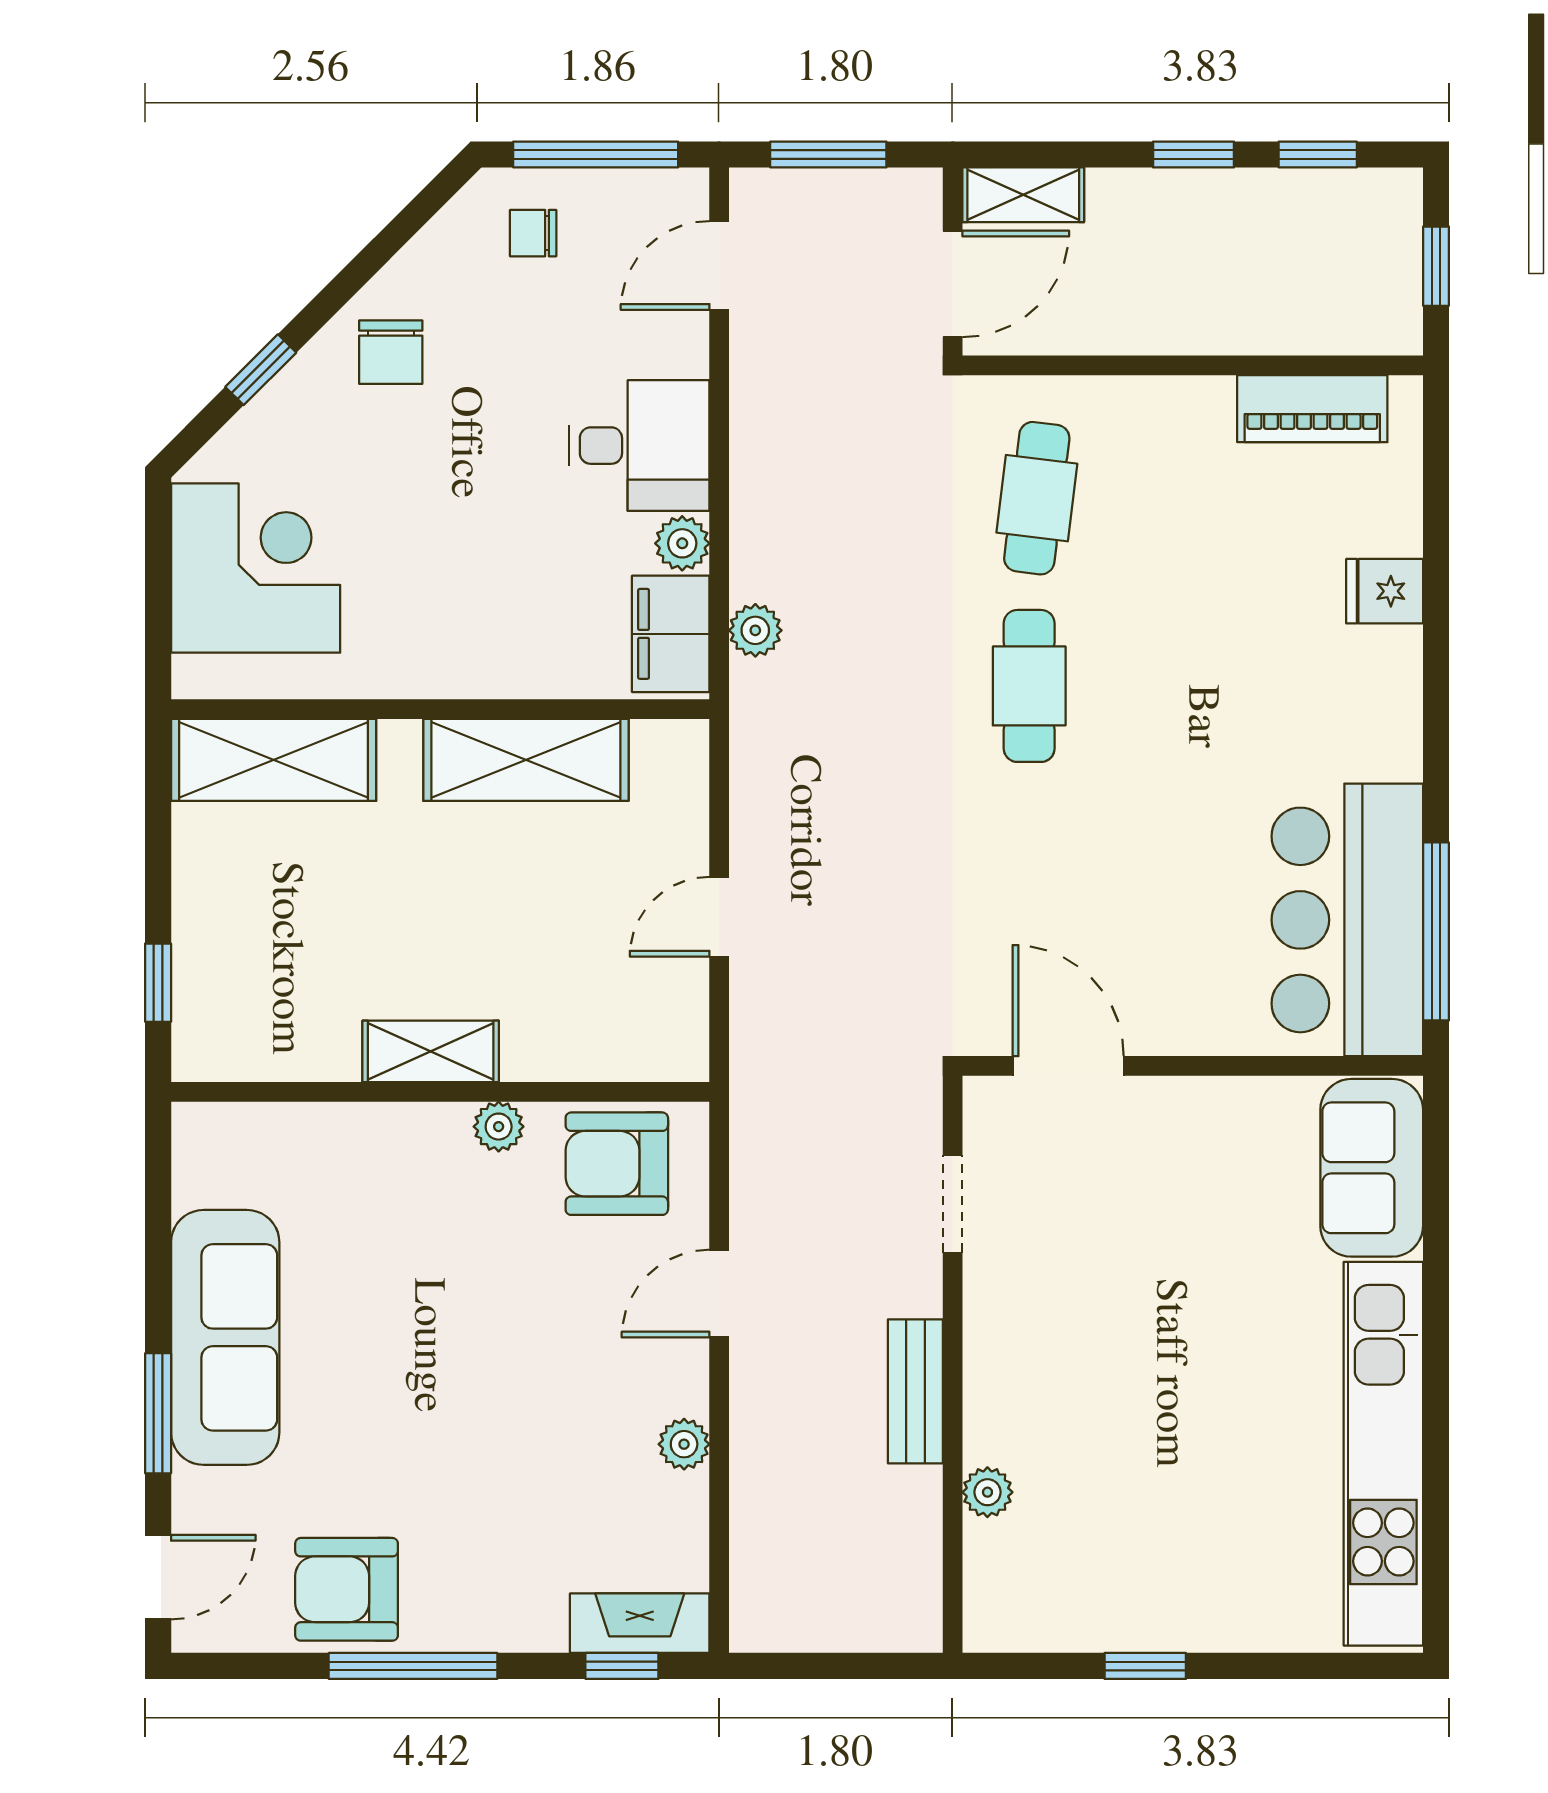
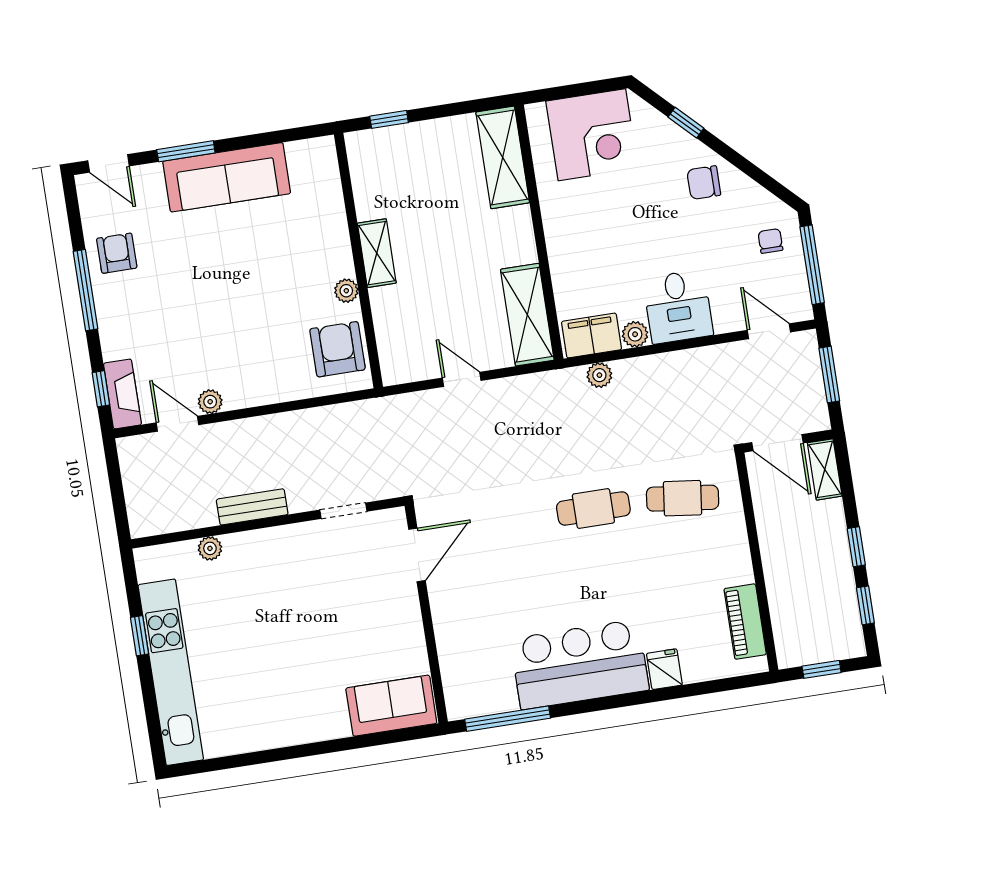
shelving: (526, 760) -> (527, 315), moved
bar counter: (1347, 920) -> (580, 664), moved
door: (719, 1294) -> (177, 424), moved
kitchen unit: (1383, 1454) -> (171, 672), moved, turned 90
armchair: (347, 1589) -> (117, 253), width x0.72, depth x0.72

